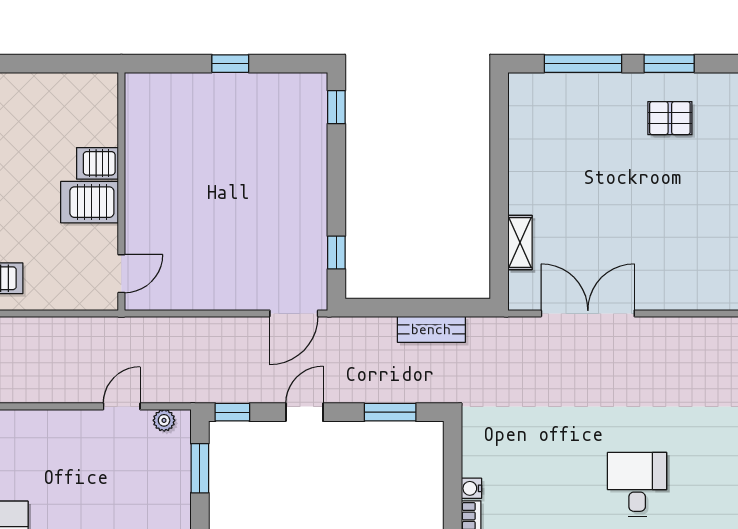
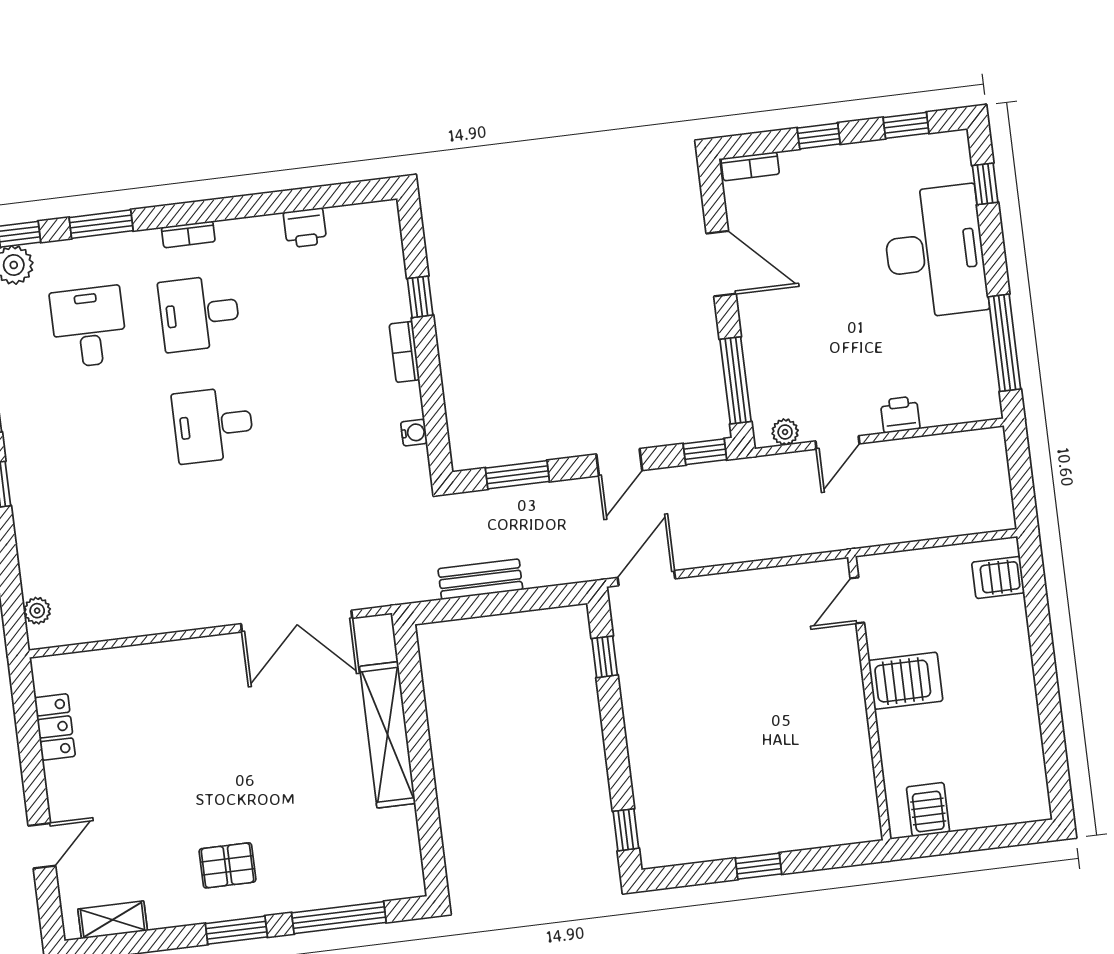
server rack: (98, 163) -> (928, 809), moved, turned -90
shelving: (520, 243) -> (388, 735), width x2.20, depth x1.33
printer: (67, 423) -> (900, 414), added
window: (200, 468) -> (736, 380), width x1.44
desk: (637, 484) -> (213, 425), turned 90
water cooler: (471, 488) -> (414, 433), moved

